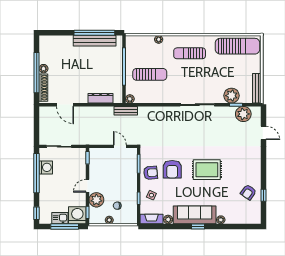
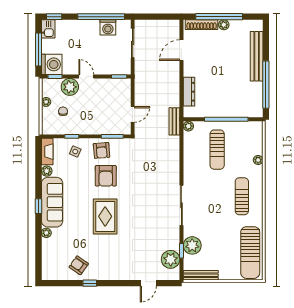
bench: (95, 41) -> (257, 56), moved
armchair: (172, 169) -> (106, 176), turned -90
window: (264, 195) -> (90, 283), moved
kitchen sink: (60, 218) -> (48, 29), moved

